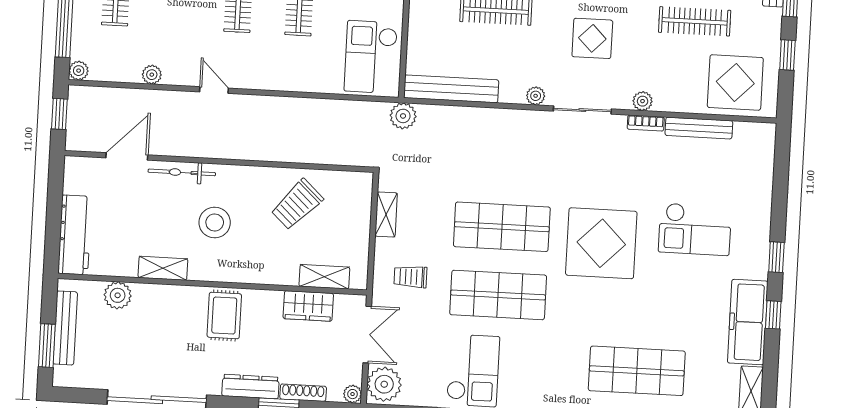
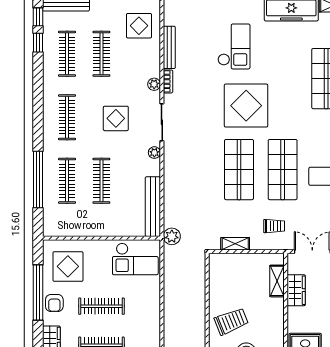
display table: (735, 83) -> (139, 26), width x0.73, depth x0.73
trolley: (297, 204) -> (231, 321), moved, turned -65
trolley: (410, 277) -> (274, 226), turned -90

